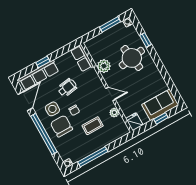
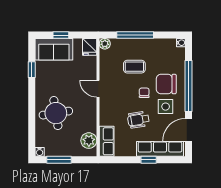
window: (146, 40) -> (32, 70), moved
plant: (104, 66) -> (89, 141), moved
plant: (114, 113) -> (105, 44), moved
chair: (61, 126) -> (166, 84), turned 90
window: (93, 157) -> (135, 35), moved

